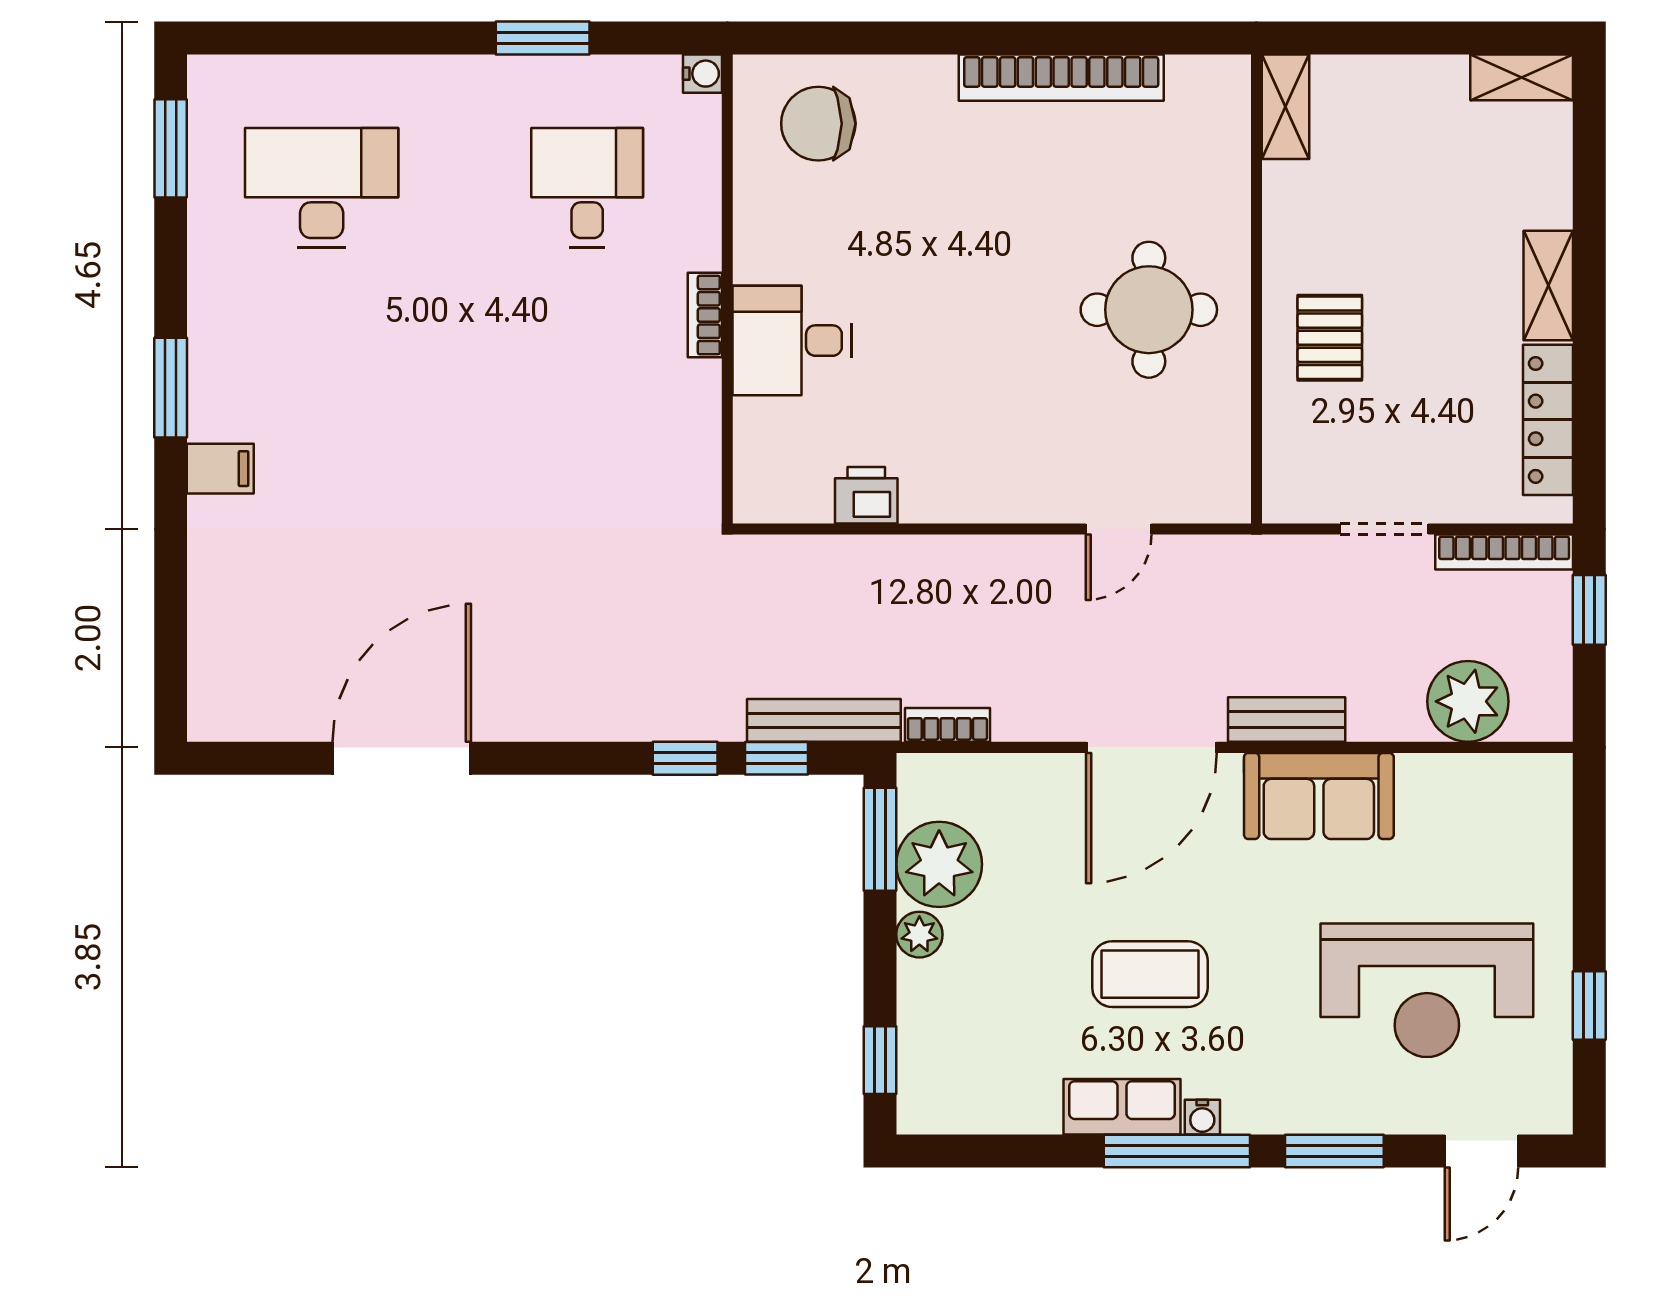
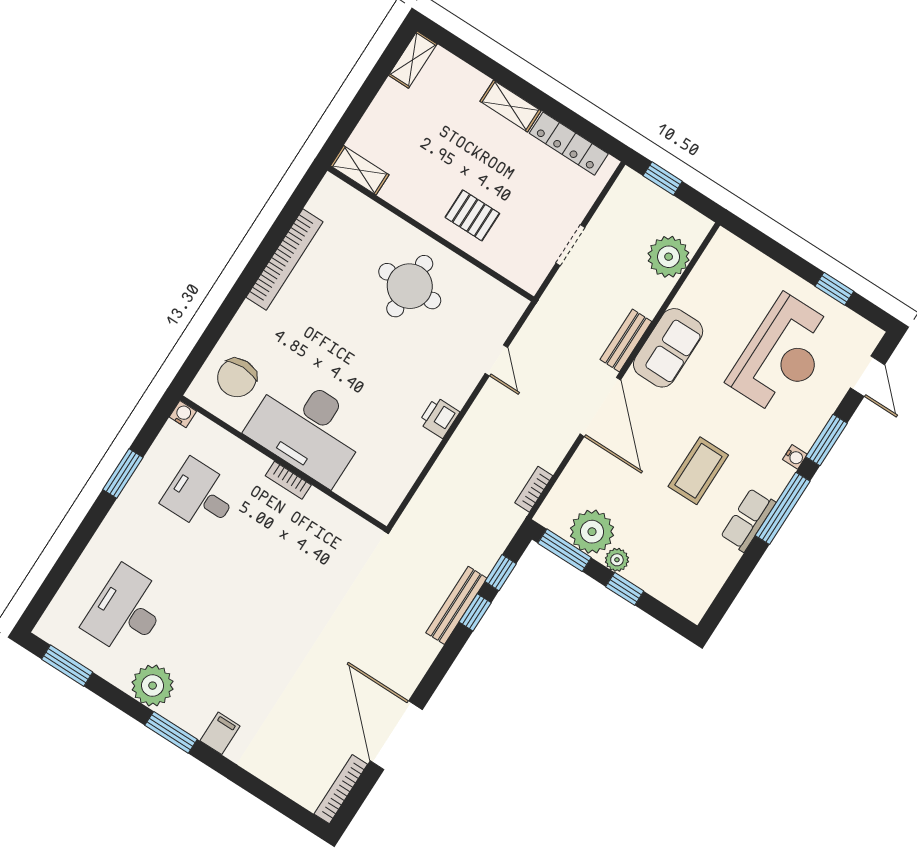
plant: (228, 309) -> (153, 686), added
desk: (792, 341) -> (308, 429), width x1.87, depth x1.30
printer: (866, 495) -> (439, 417), moved
bookcase: (1504, 552) -> (341, 789), moved, turned 180
bench: (824, 720) -> (456, 605), moved
window: (880, 1060) -> (625, 589), moved
water cooler: (1202, 1117) -> (795, 457), moved

